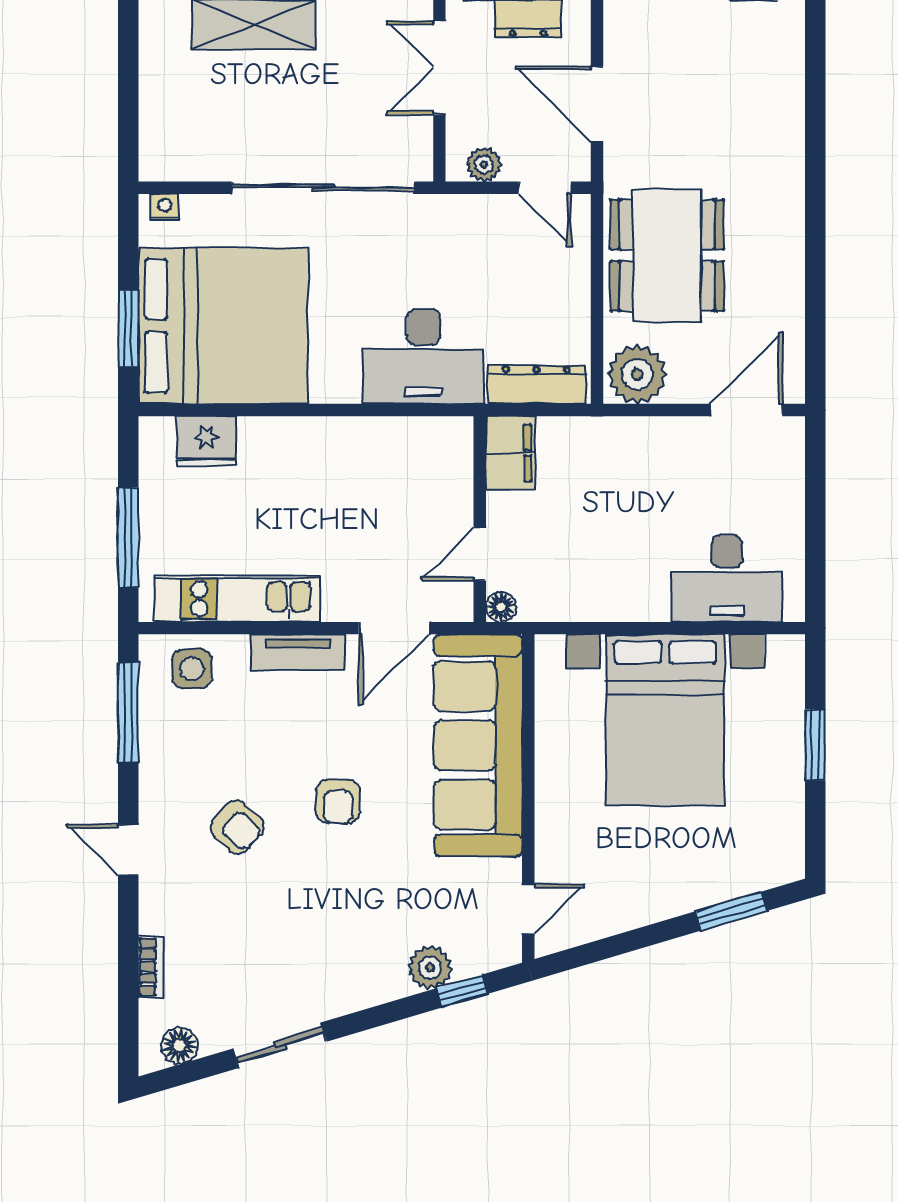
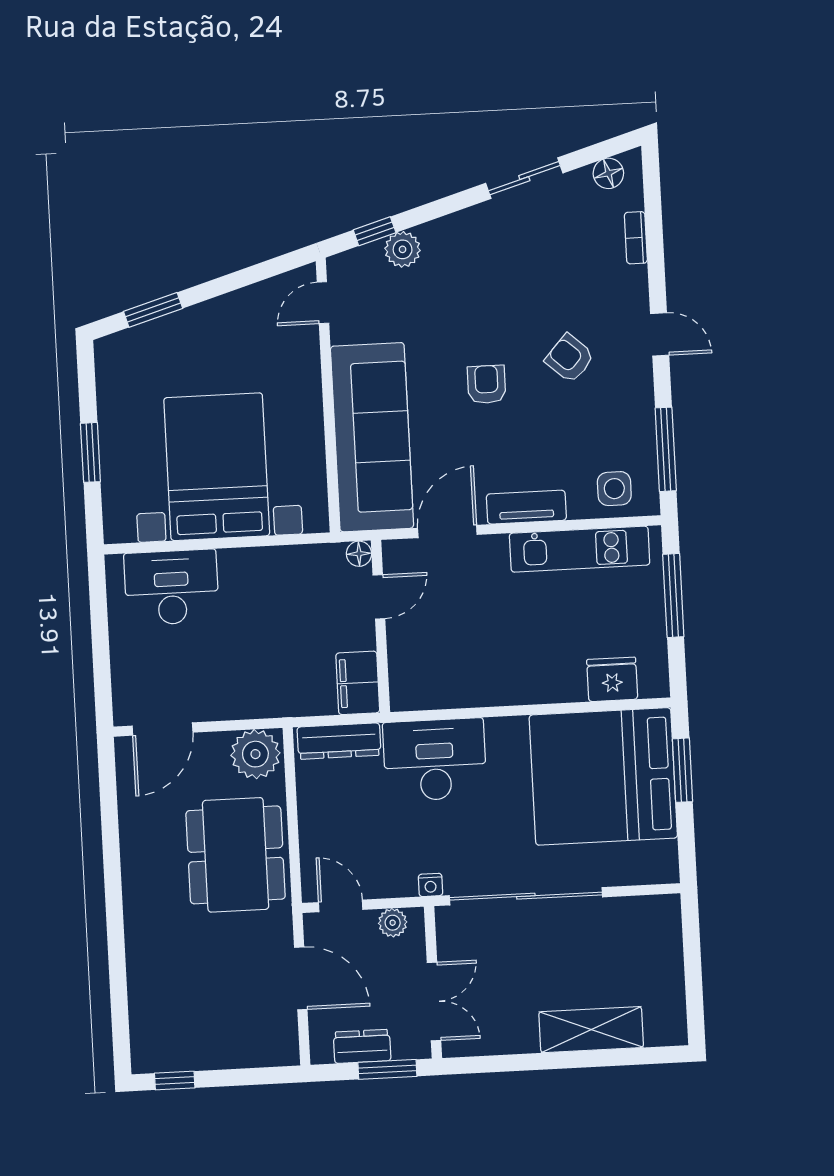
nightstand: (165, 207) -> (430, 885), moved

